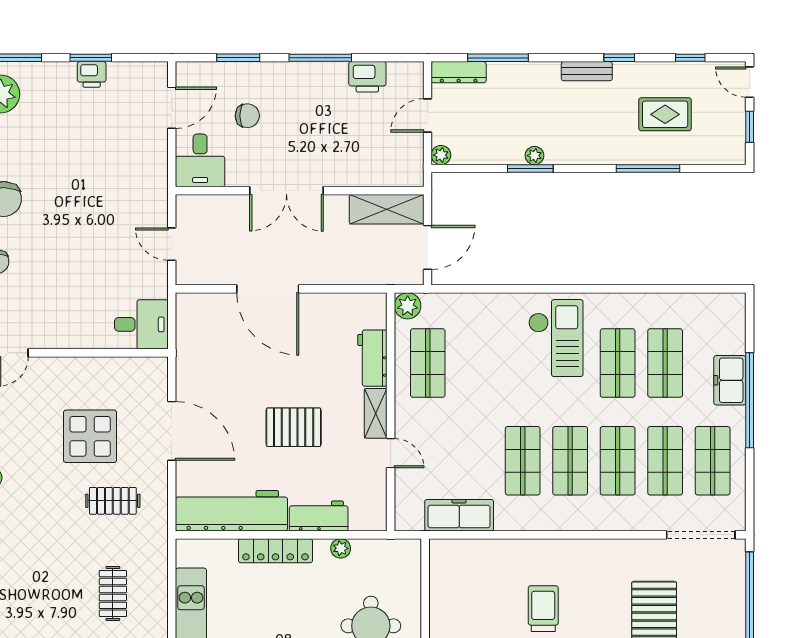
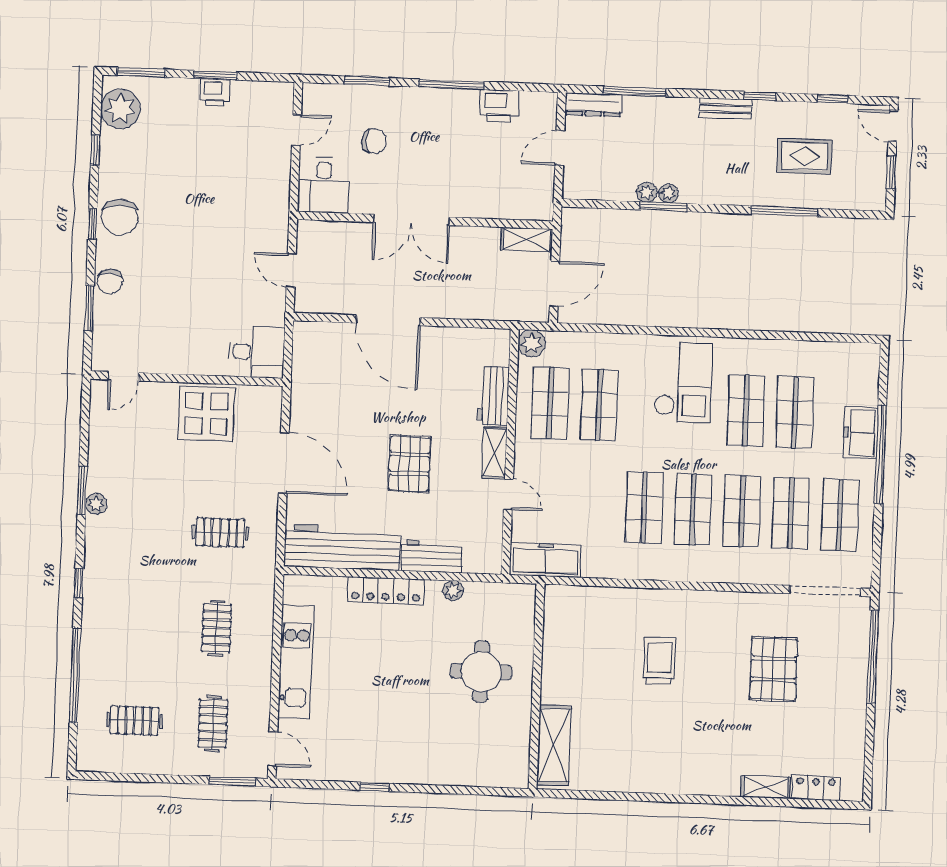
door: (172, 108) -> (297, 130), width x0.73
plant: (441, 155) -> (647, 192), moved
shelving: (387, 209) -> (527, 240), width x0.67, depth x0.75
shop shelf: (475, 363) -> (599, 405), added
pallet: (294, 427) -> (409, 464), turned 90
display table: (90, 436) -> (207, 414), moved
freezer: (459, 515) -> (545, 560), moved

